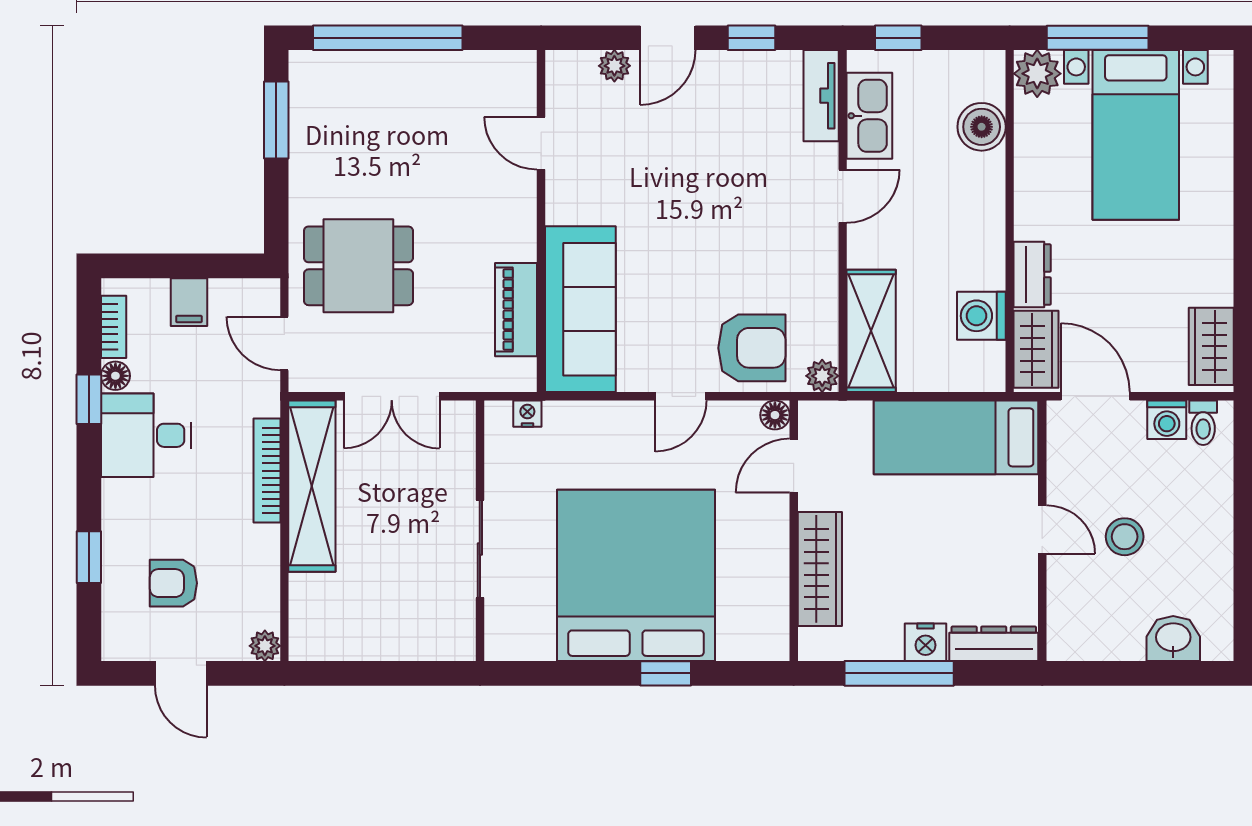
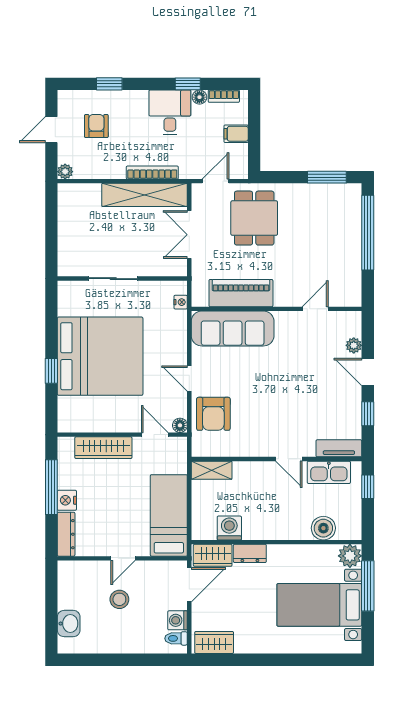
piano: (516, 310) -> (241, 293), width x1.37, depth x1.33
shelving: (871, 331) -> (212, 470), width x0.67, depth x0.75
plant: (822, 376) -> (199, 449), removed

